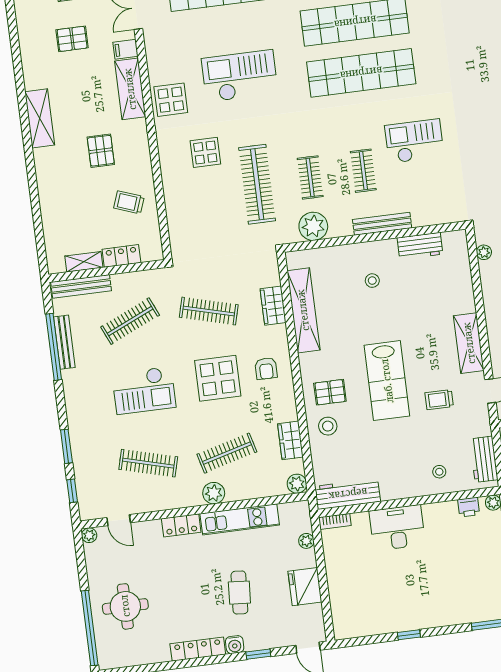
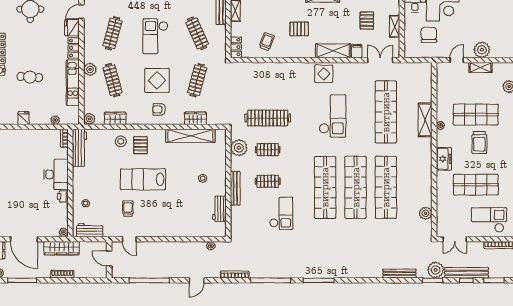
display table: (205, 152) -> (290, 90), removed
locker: (121, 256) -> (236, 47), moved
shelving: (469, 343) -> (159, 230), removed
printer: (469, 507) -> (63, 196), moved
fridge: (147, 532) -> (72, 28), added
fridge: (305, 587) -> (24, 118), width x0.53, depth x0.75

